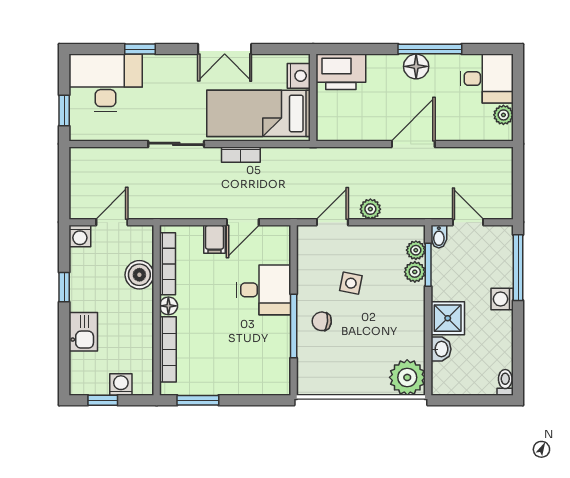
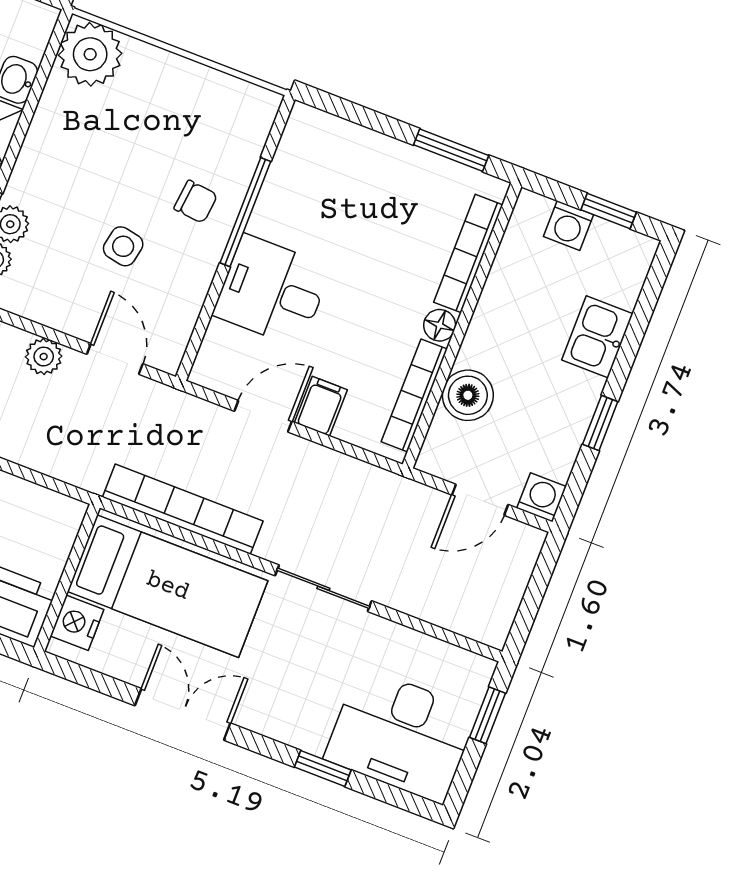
bookcase: (241, 155) -> (183, 509), width x2.31, depth x1.31
door: (332, 222) -> (115, 359), swing flipped

